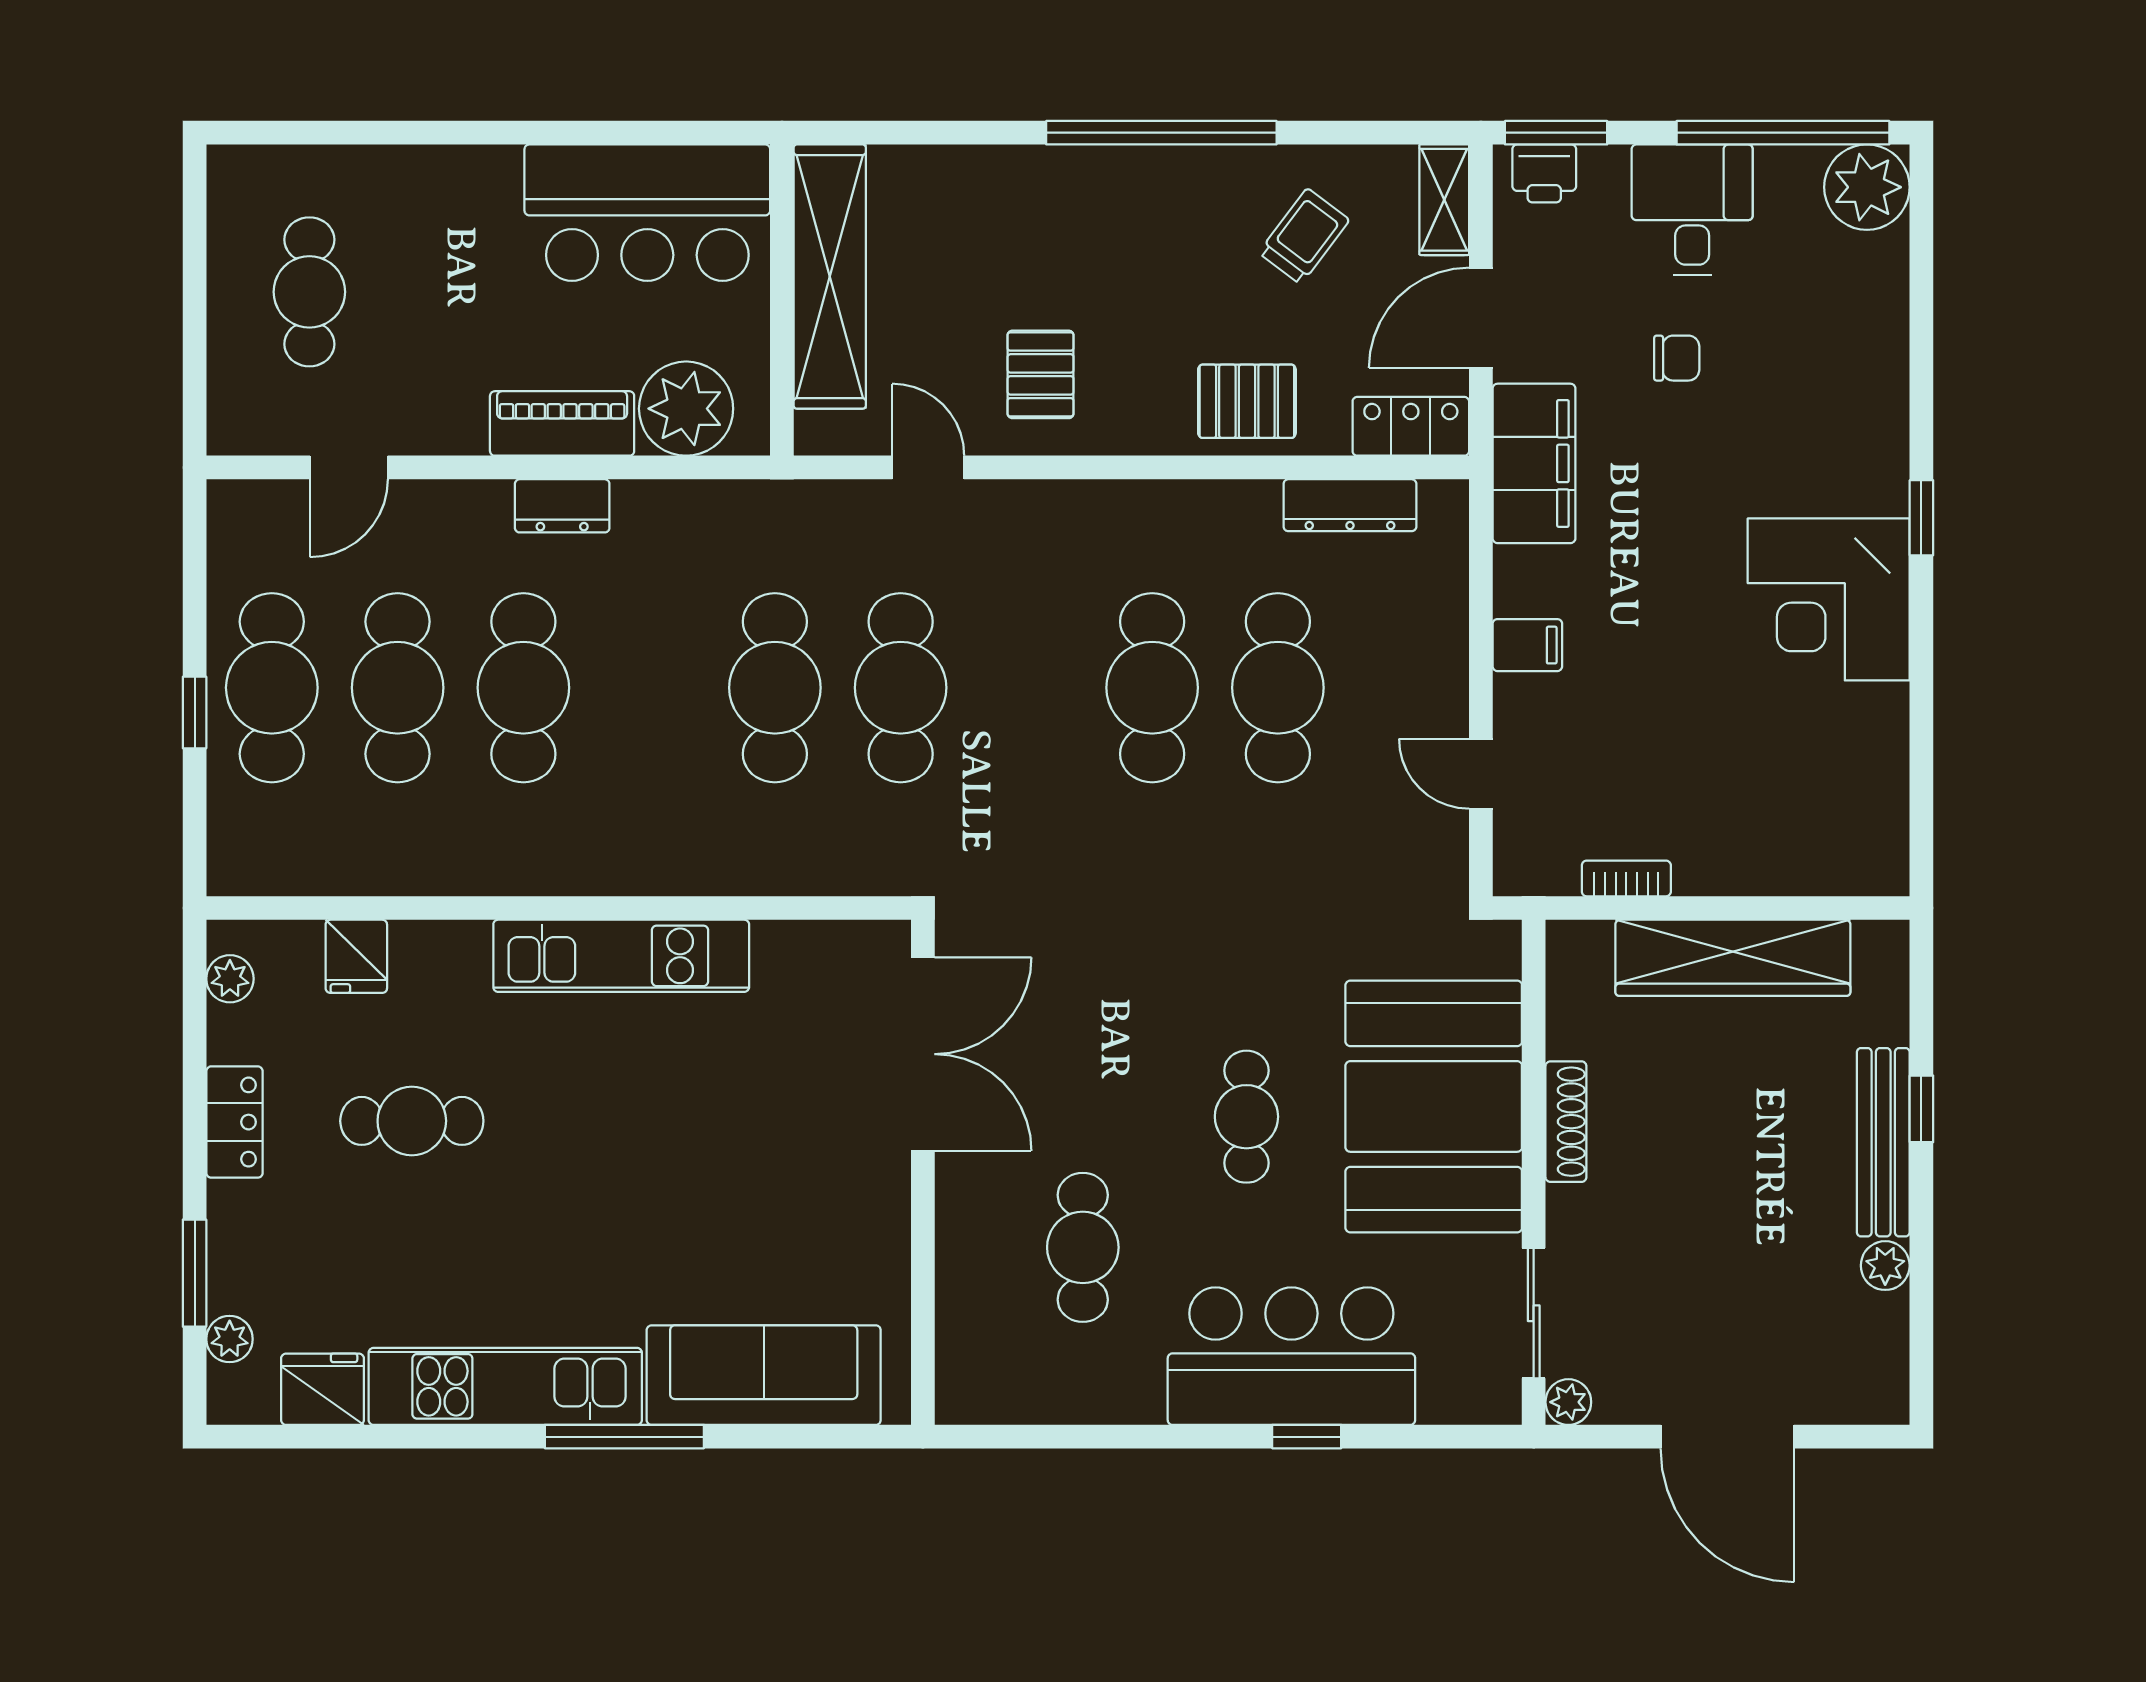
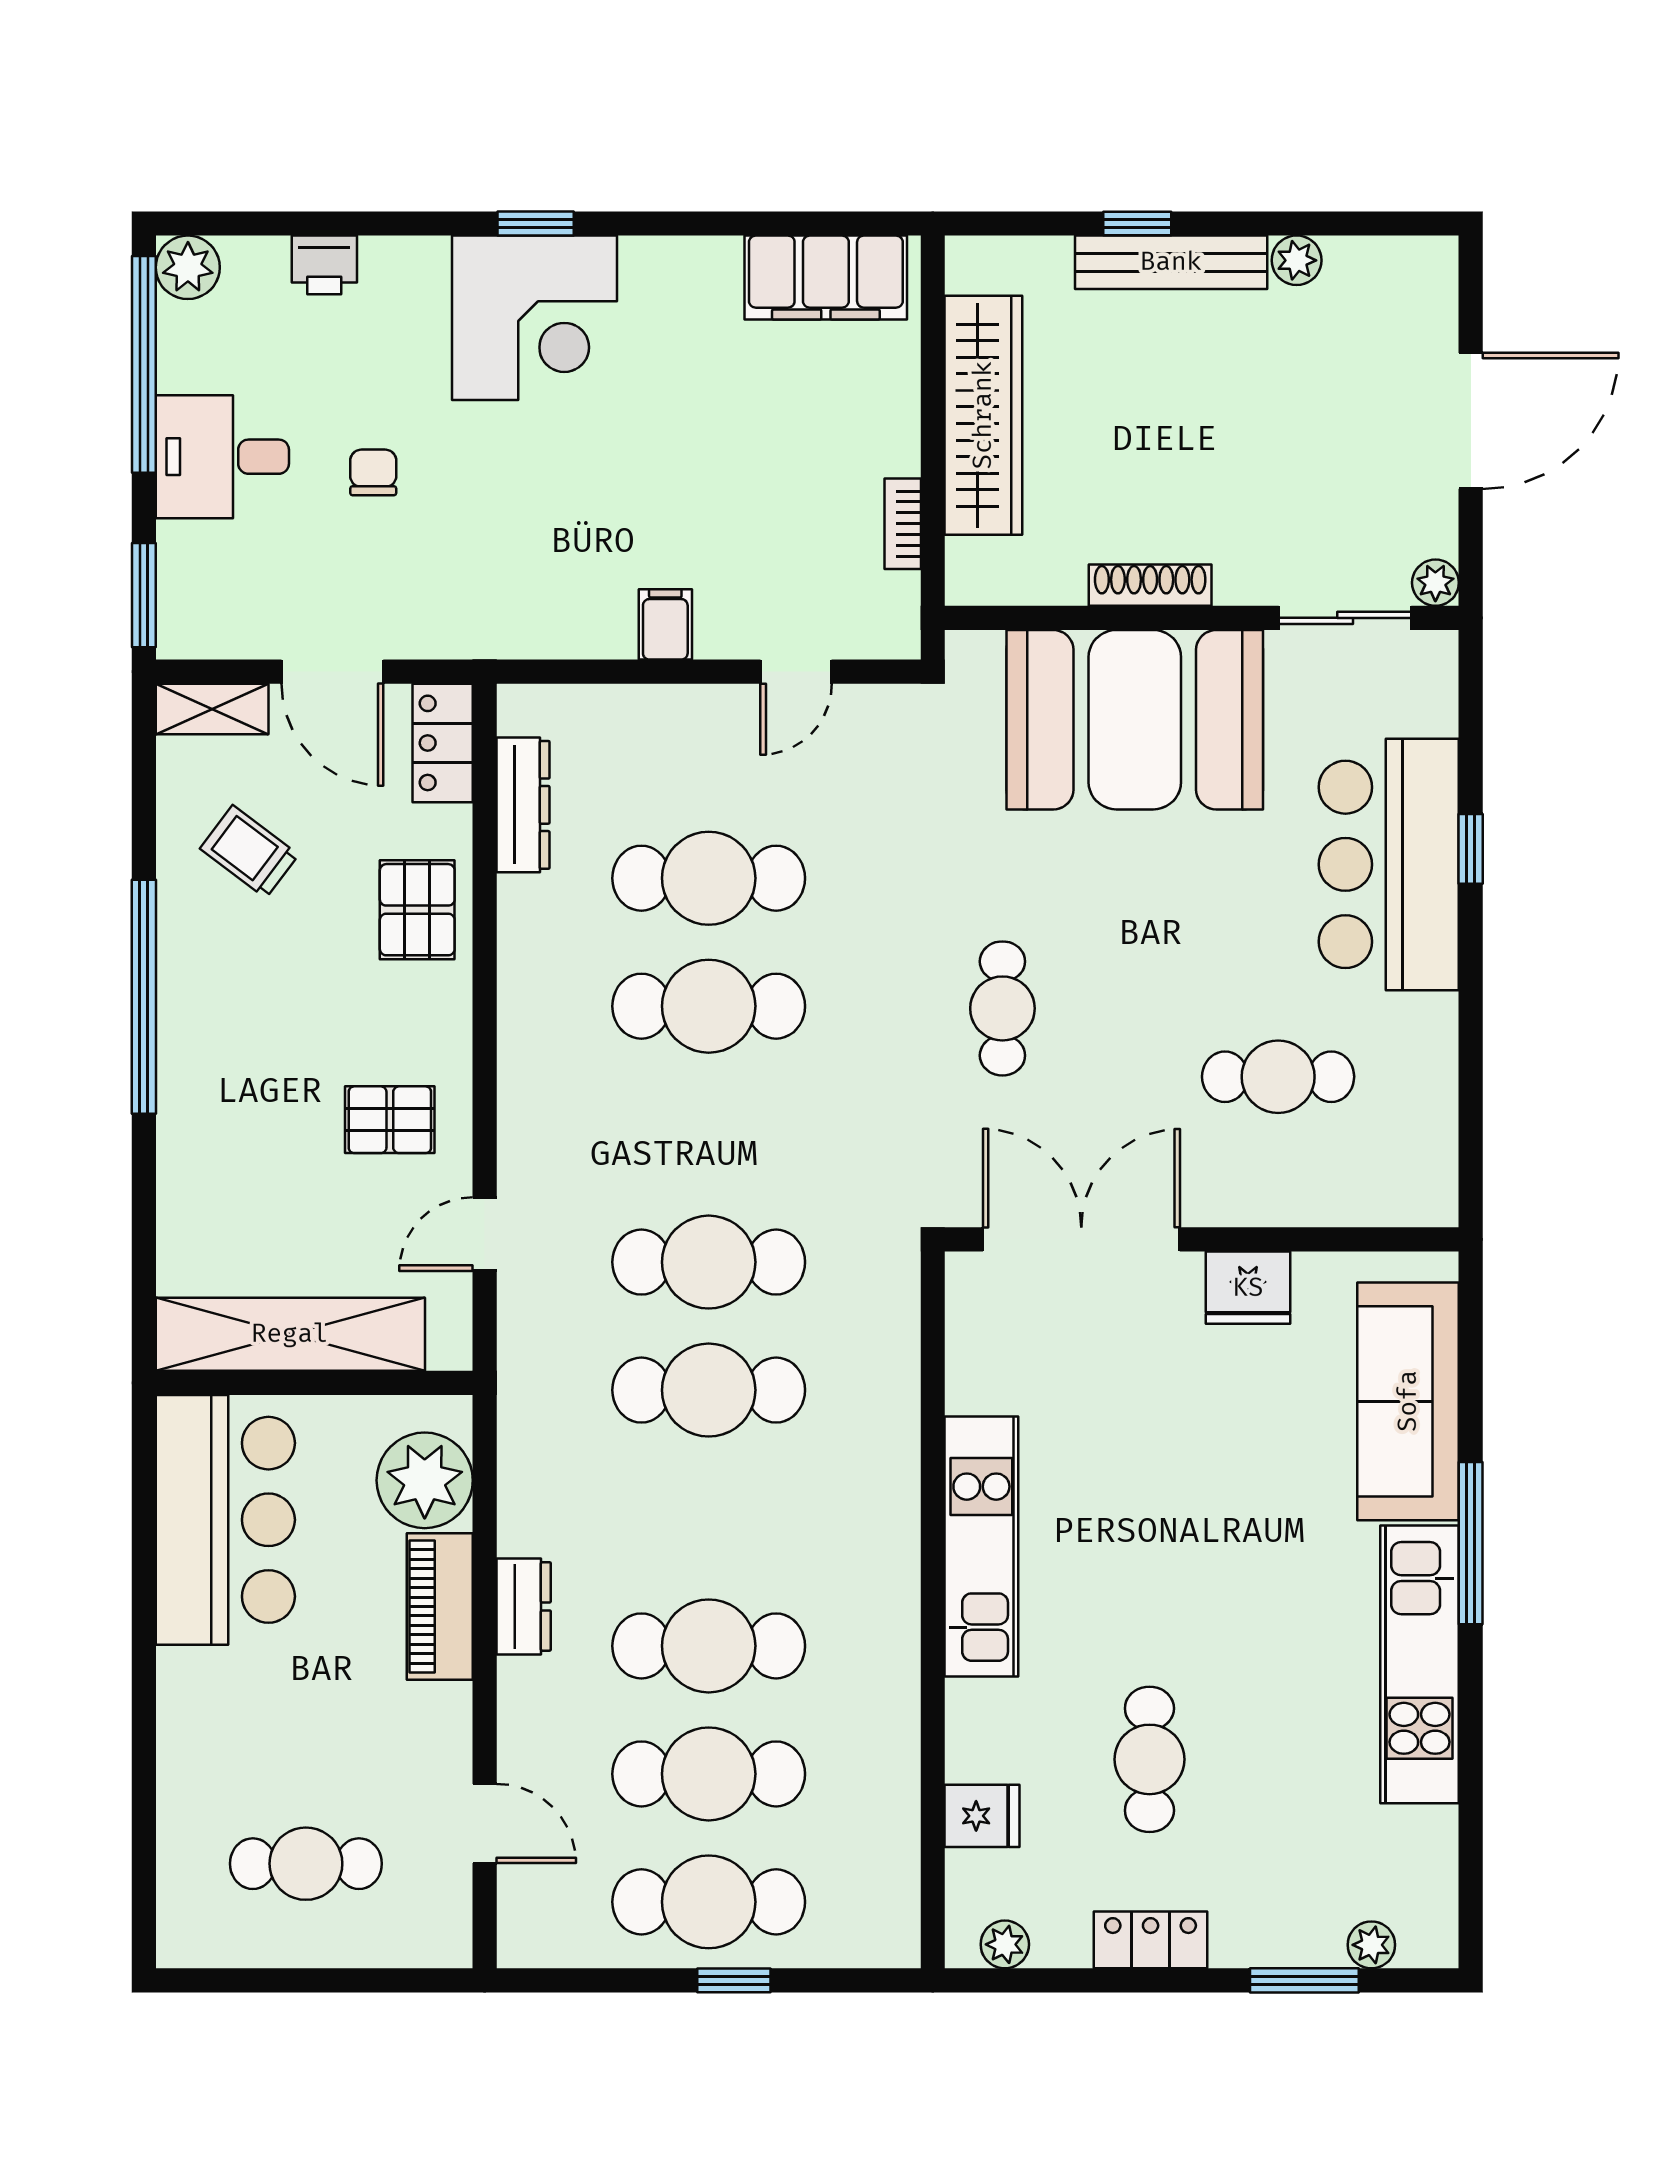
printer: (1544, 173) -> (324, 265), moved, turned 90
plant: (1867, 187) -> (188, 267), width x0.73, depth x0.73
filing cabinet: (1534, 463) -> (826, 277), moved, turned 180
corner desk: (1829, 599) -> (535, 318), moved
cafe table: (1246, 1117) -> (1002, 1008), moved, turned 90
fridge: (323, 1389) -> (1248, 1288), moved, turned -90

